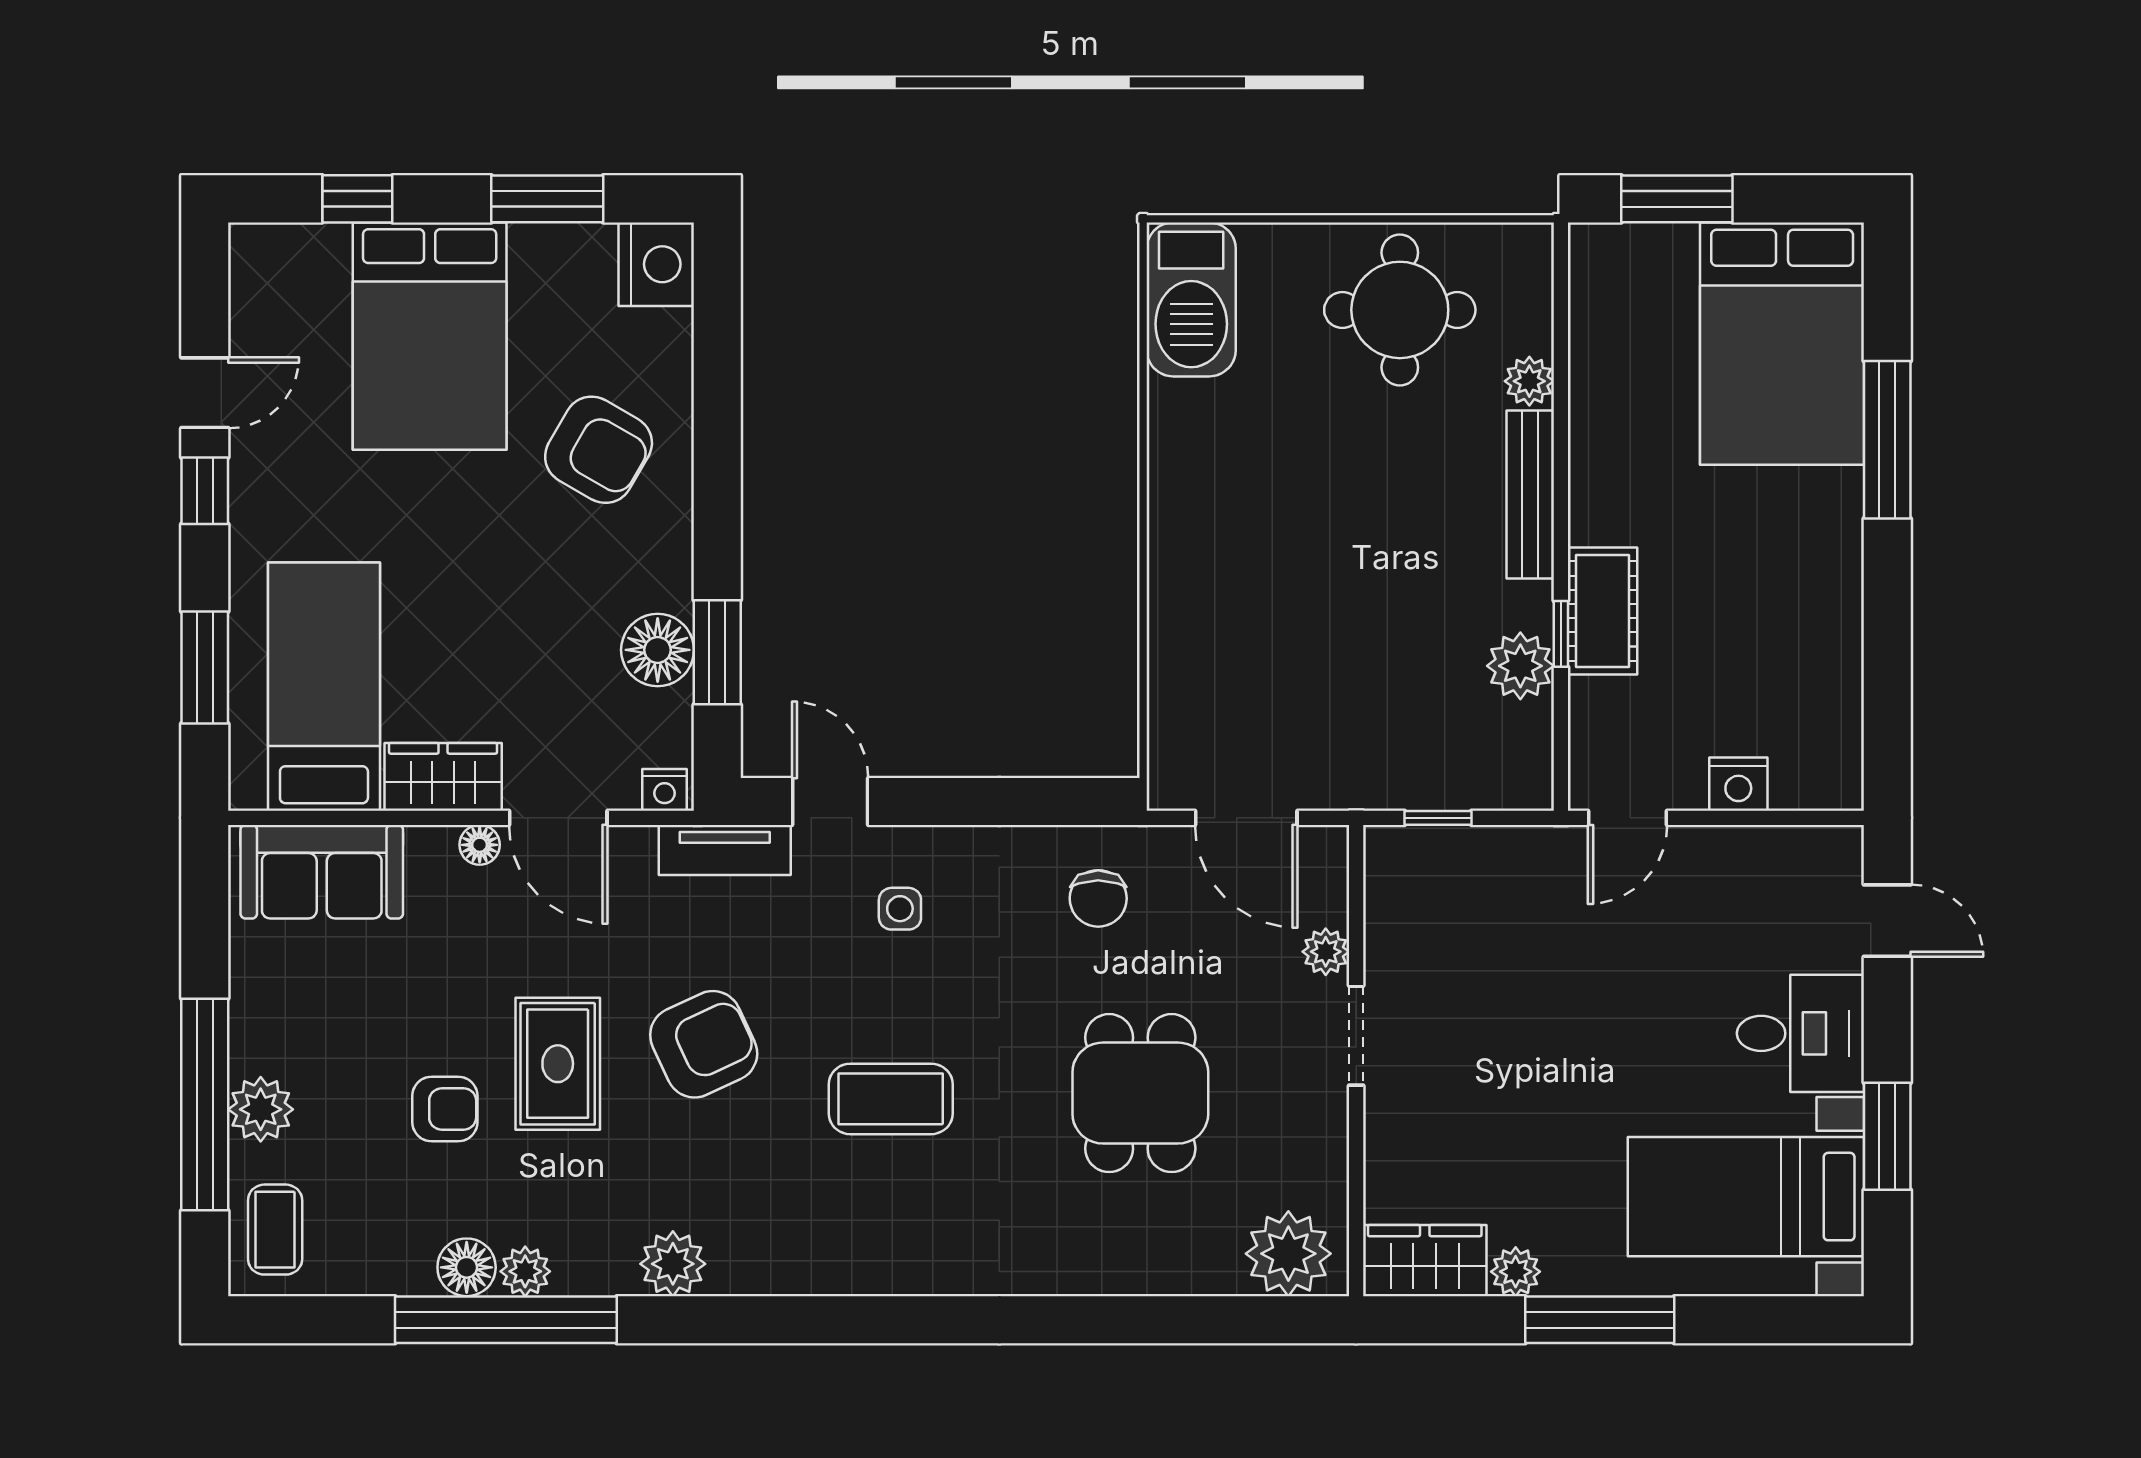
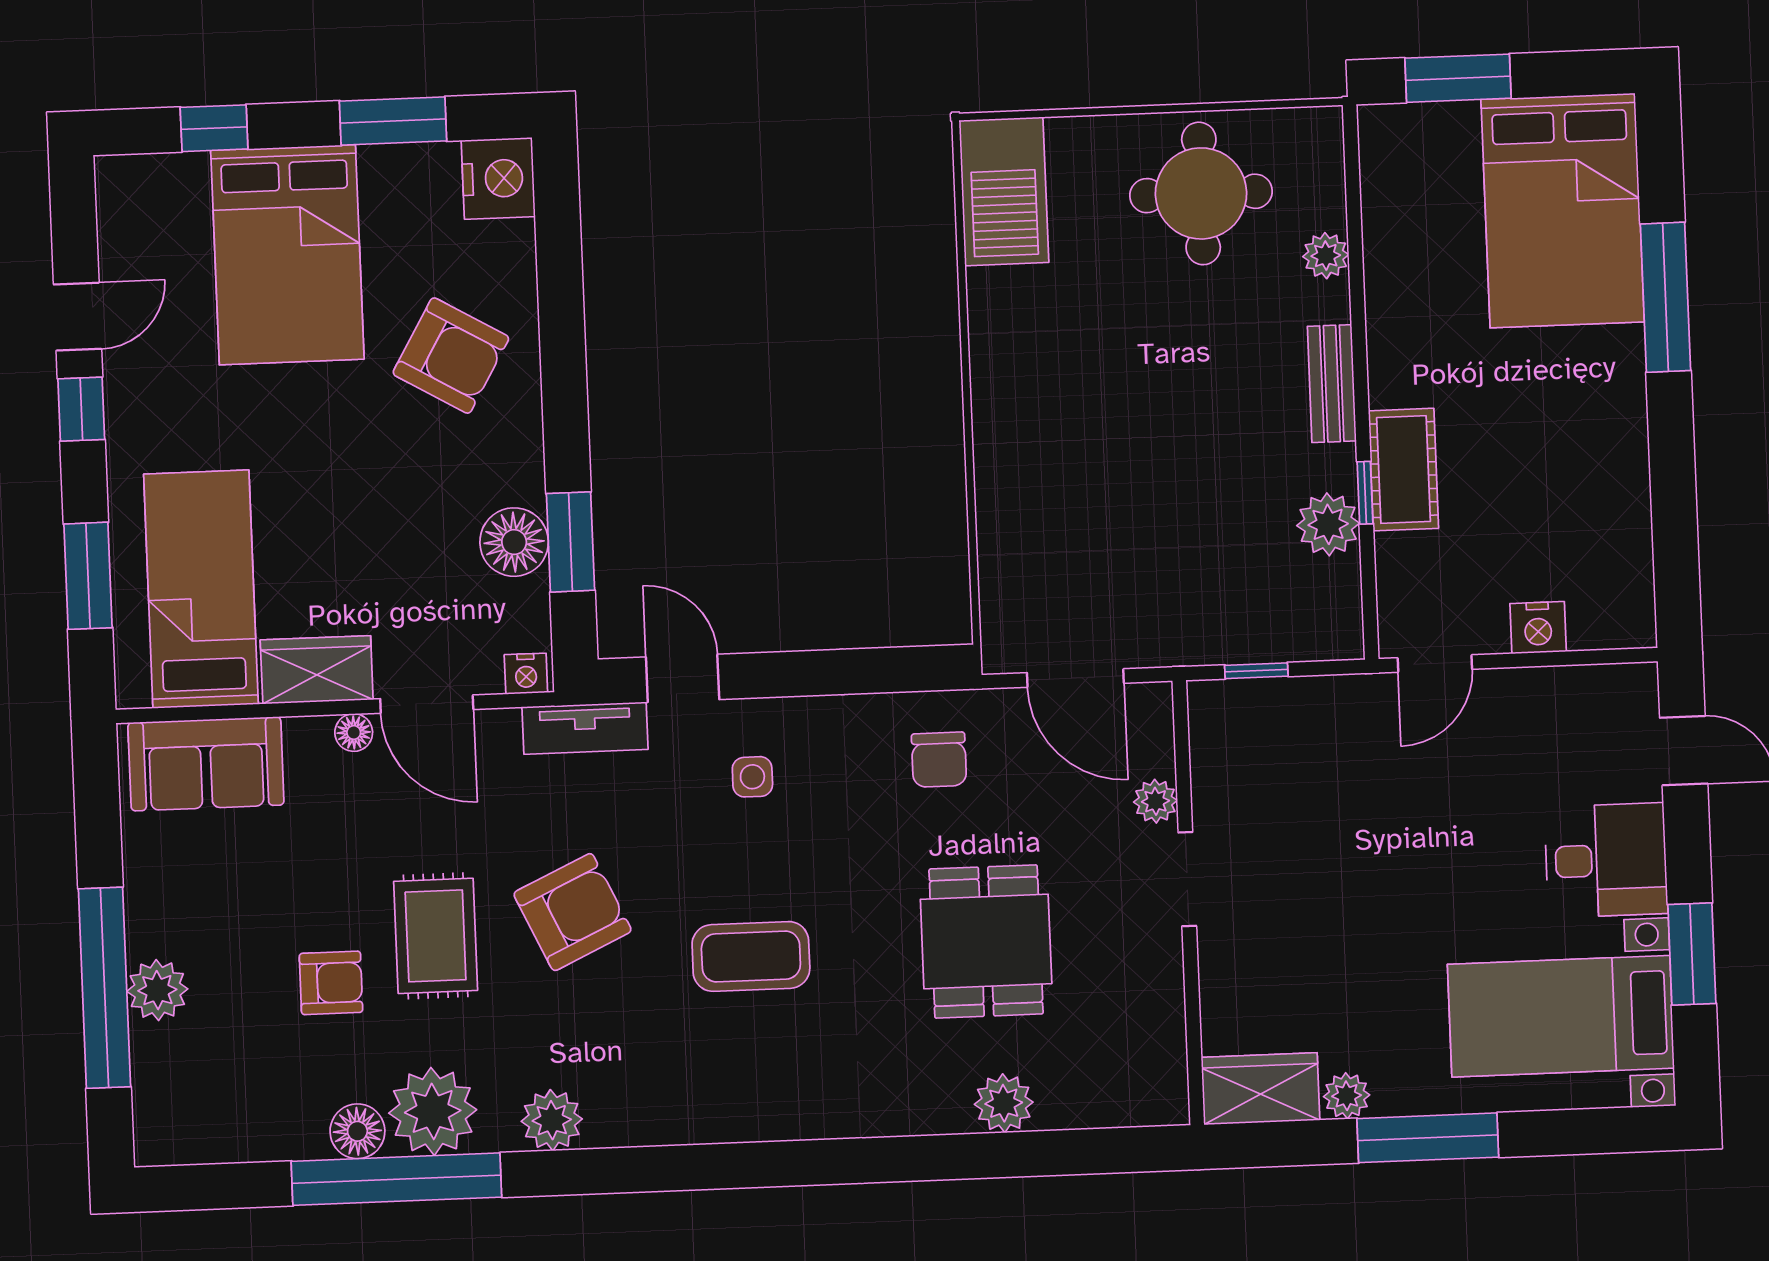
bench: (1530, 495) -> (1332, 384), width x0.73
coffee table: (275, 1230) -> (175, 1103), removed
plant: (1288, 1254) -> (1004, 1103), moved, width x0.73, depth x0.73
plant: (525, 1271) -> (433, 1111), width x1.87, depth x1.87

